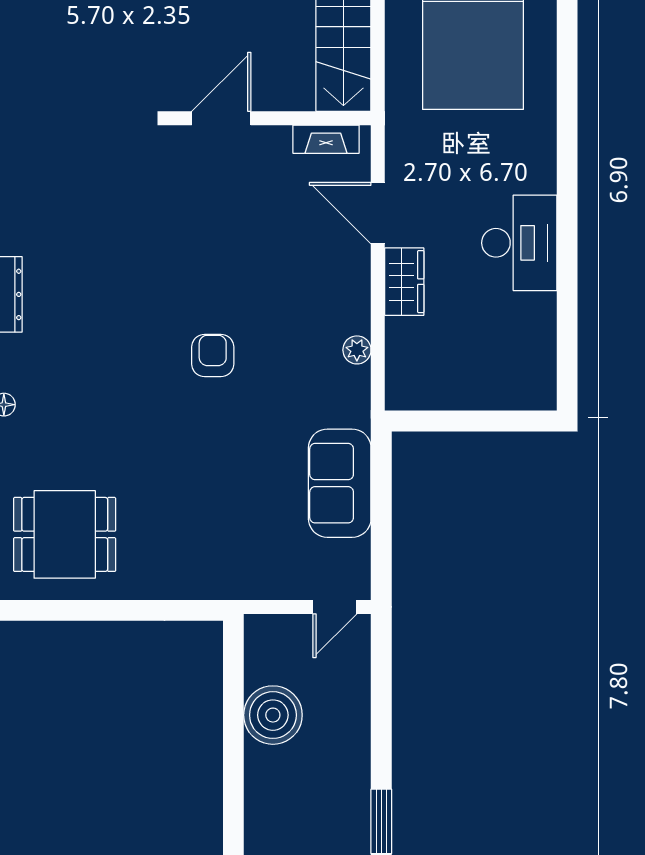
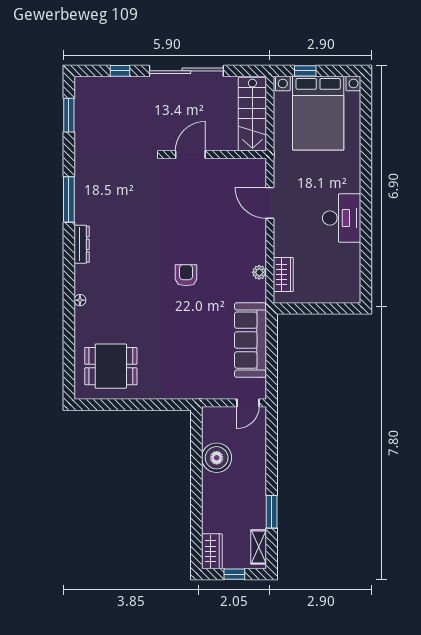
fireplace: (326, 139) -> (244, 165), removed
wardrobe: (404, 282) -> (283, 274), moved
sofa: (340, 483) -> (251, 340), width x1.36

